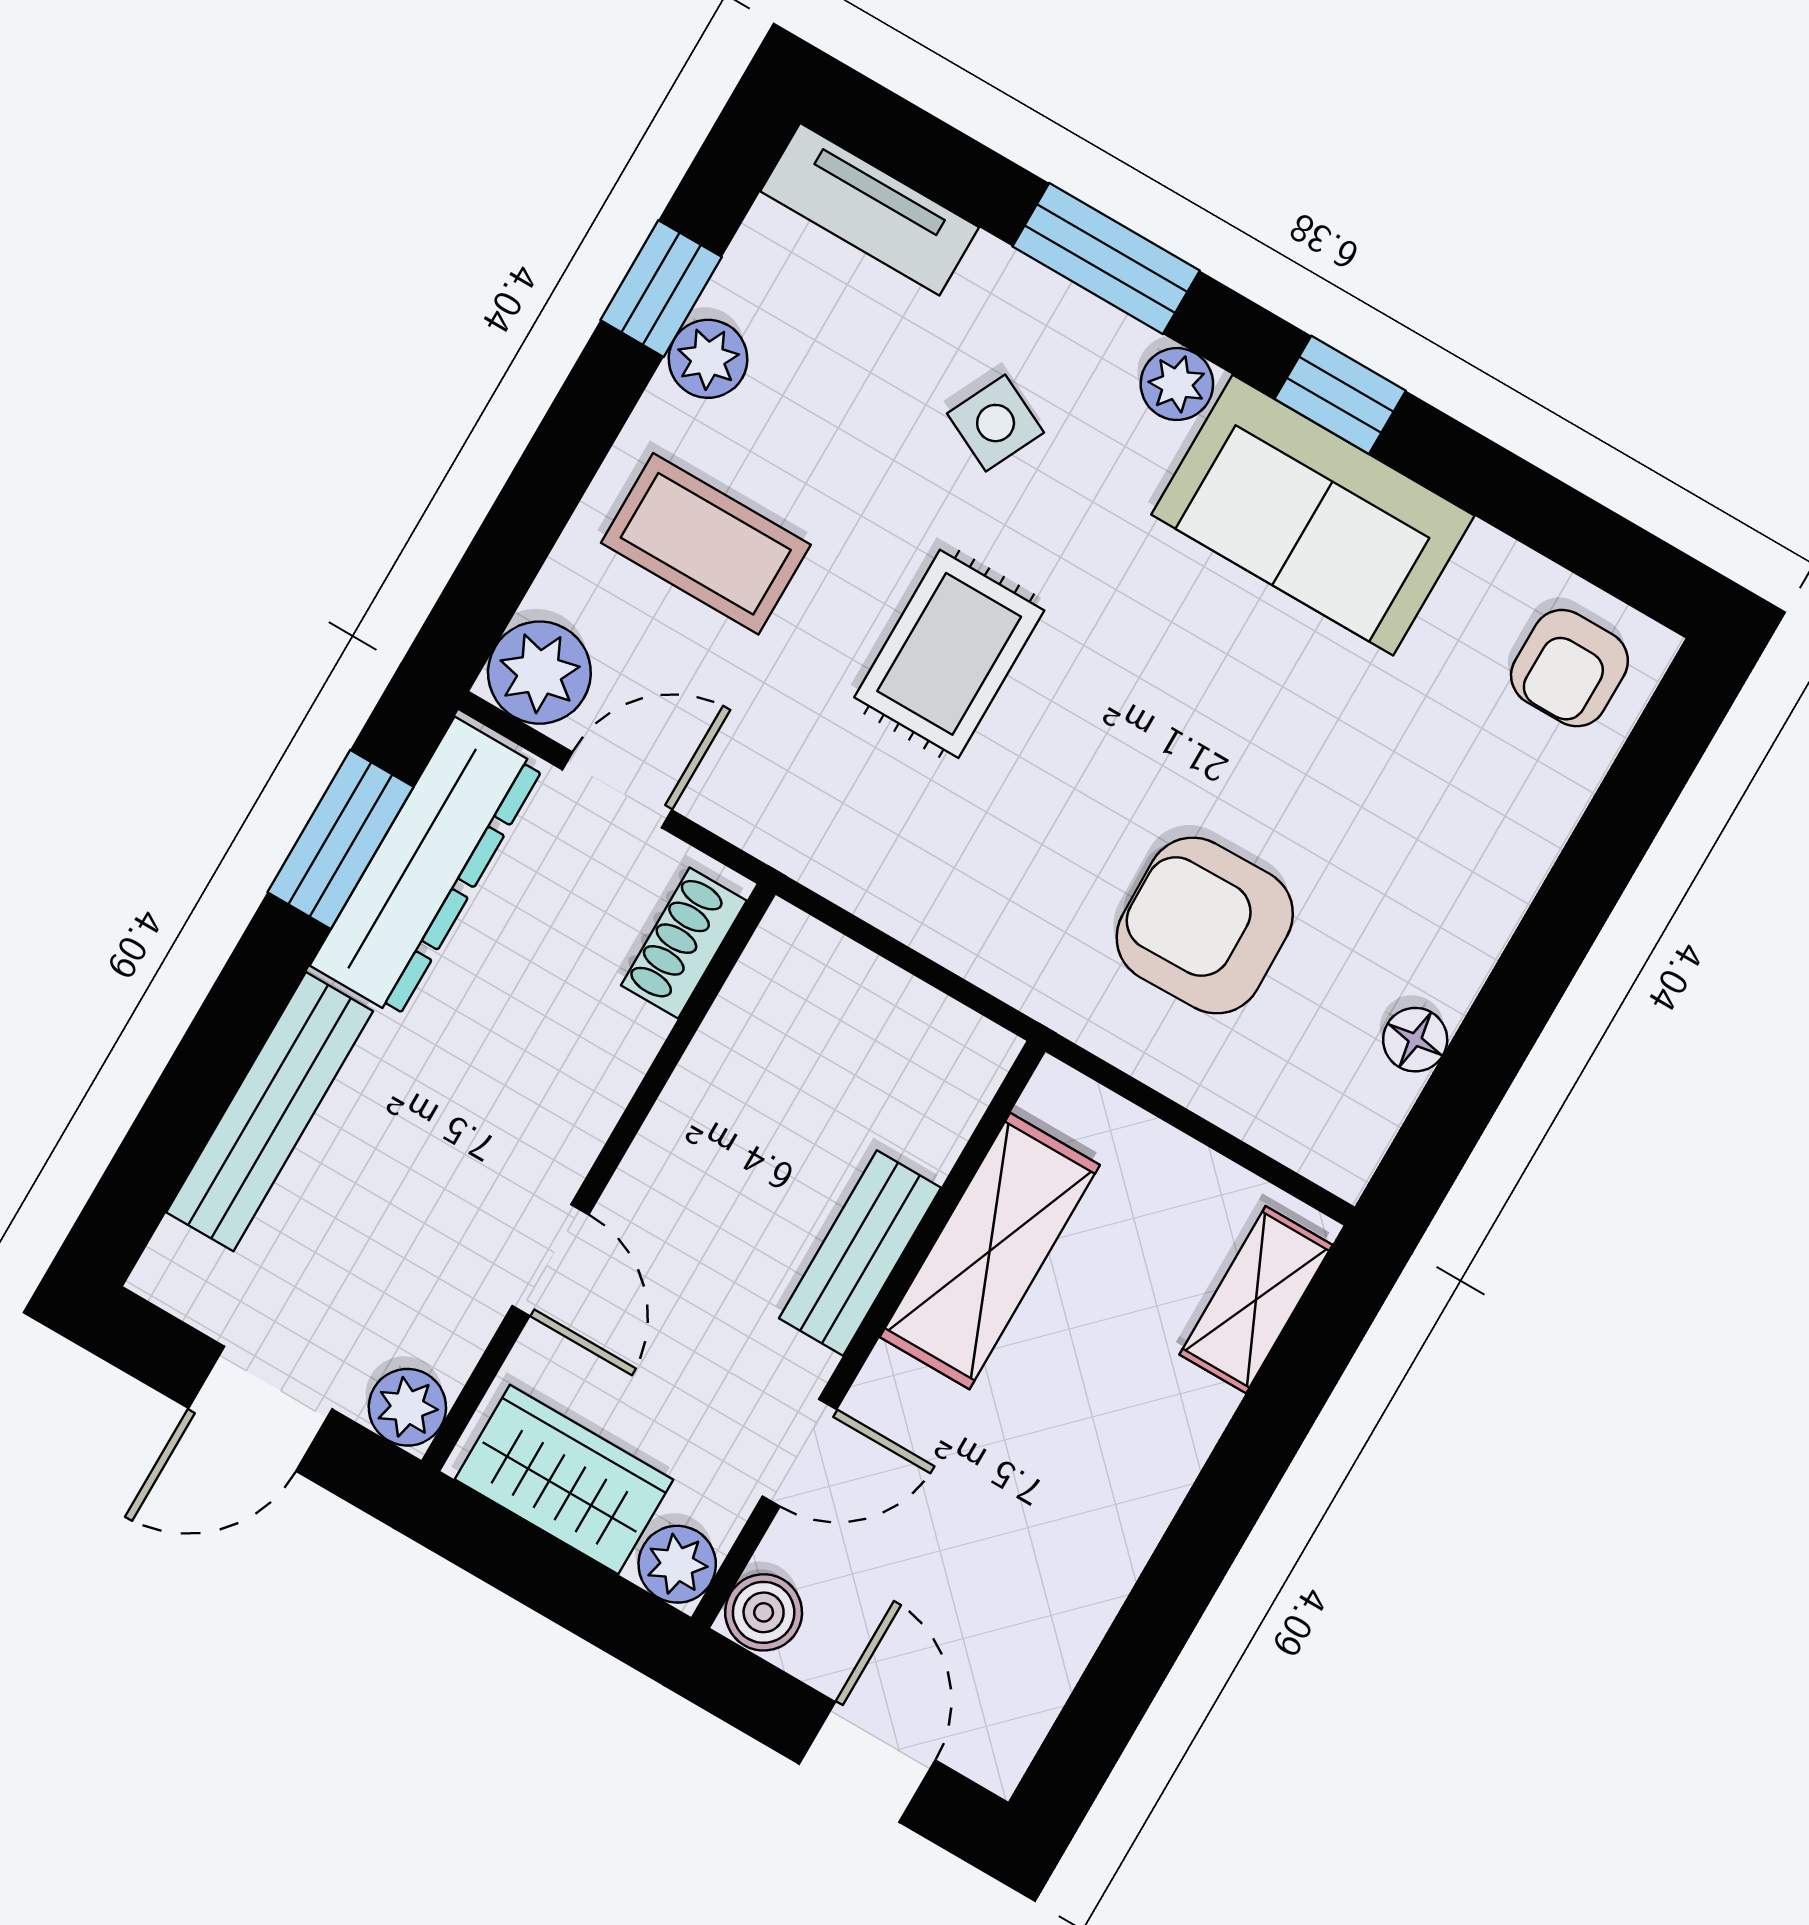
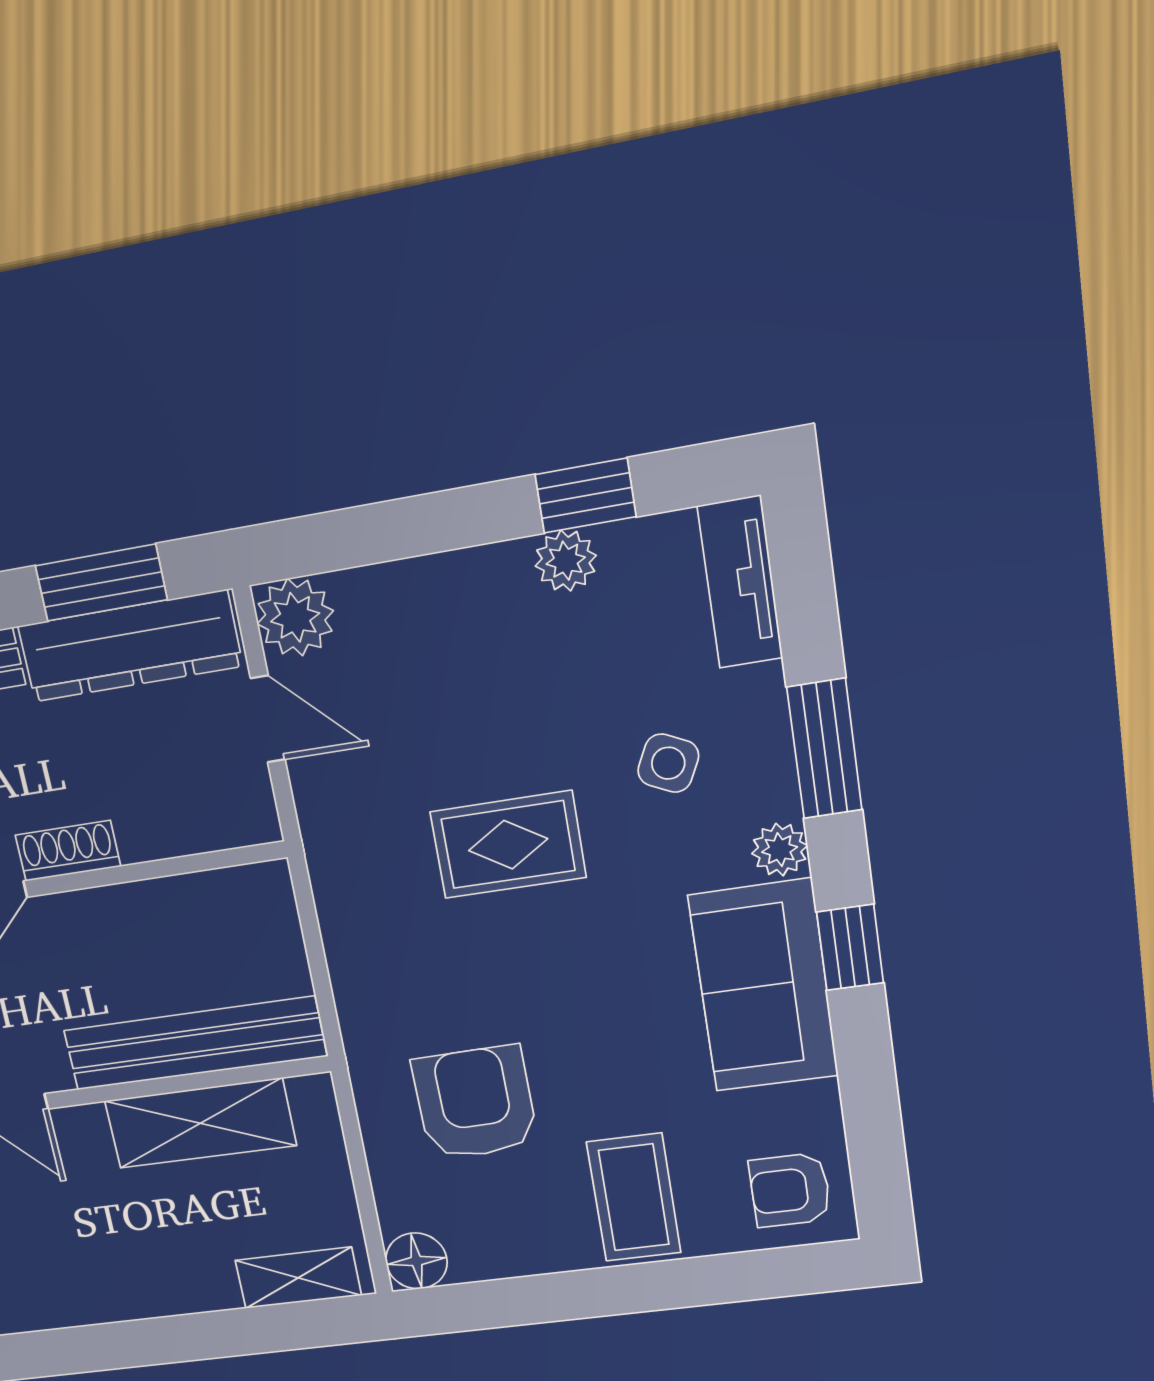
coffee table: (706, 544) -> (634, 1197), moved
shoe rack: (684, 943) -> (68, 851), moved
floor lamp: (1415, 1040) -> (416, 1261), moved, width x1.37, depth x1.37
bench: (860, 1253) -> (195, 1043), width x1.86, depth x1.21

